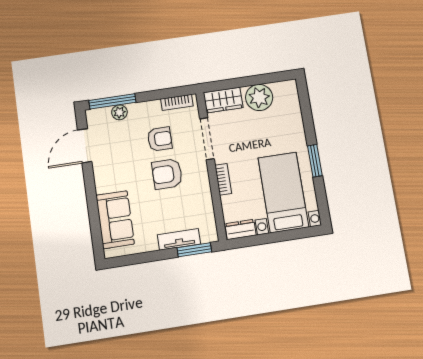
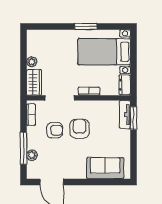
plant: (259, 97) -> (32, 62), width x0.53, depth x0.53
window: (112, 101) -> (23, 148), moved
armchair: (160, 139) -> (55, 130), turned 90
armchair: (167, 174) -> (80, 129), turned 180
tv unit: (179, 239) -> (125, 114), moved

